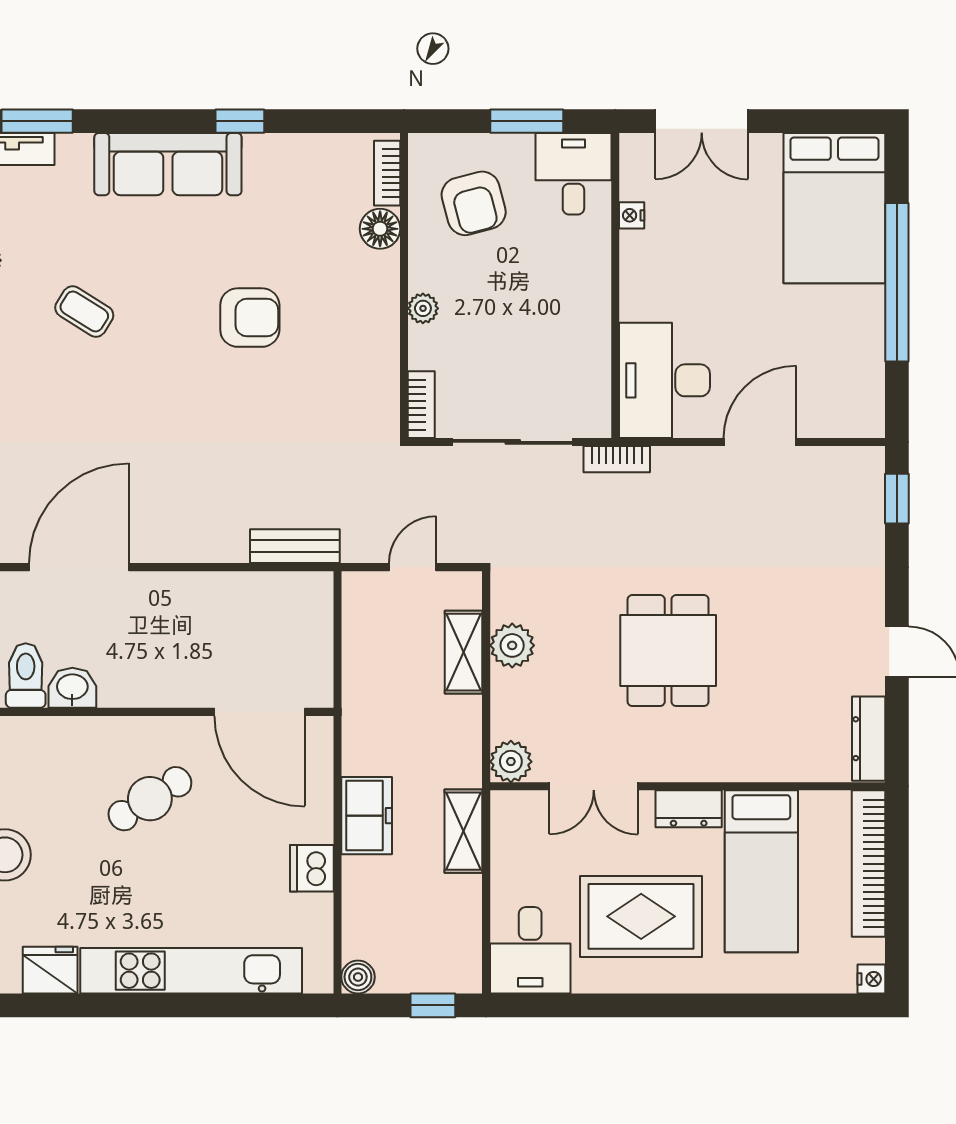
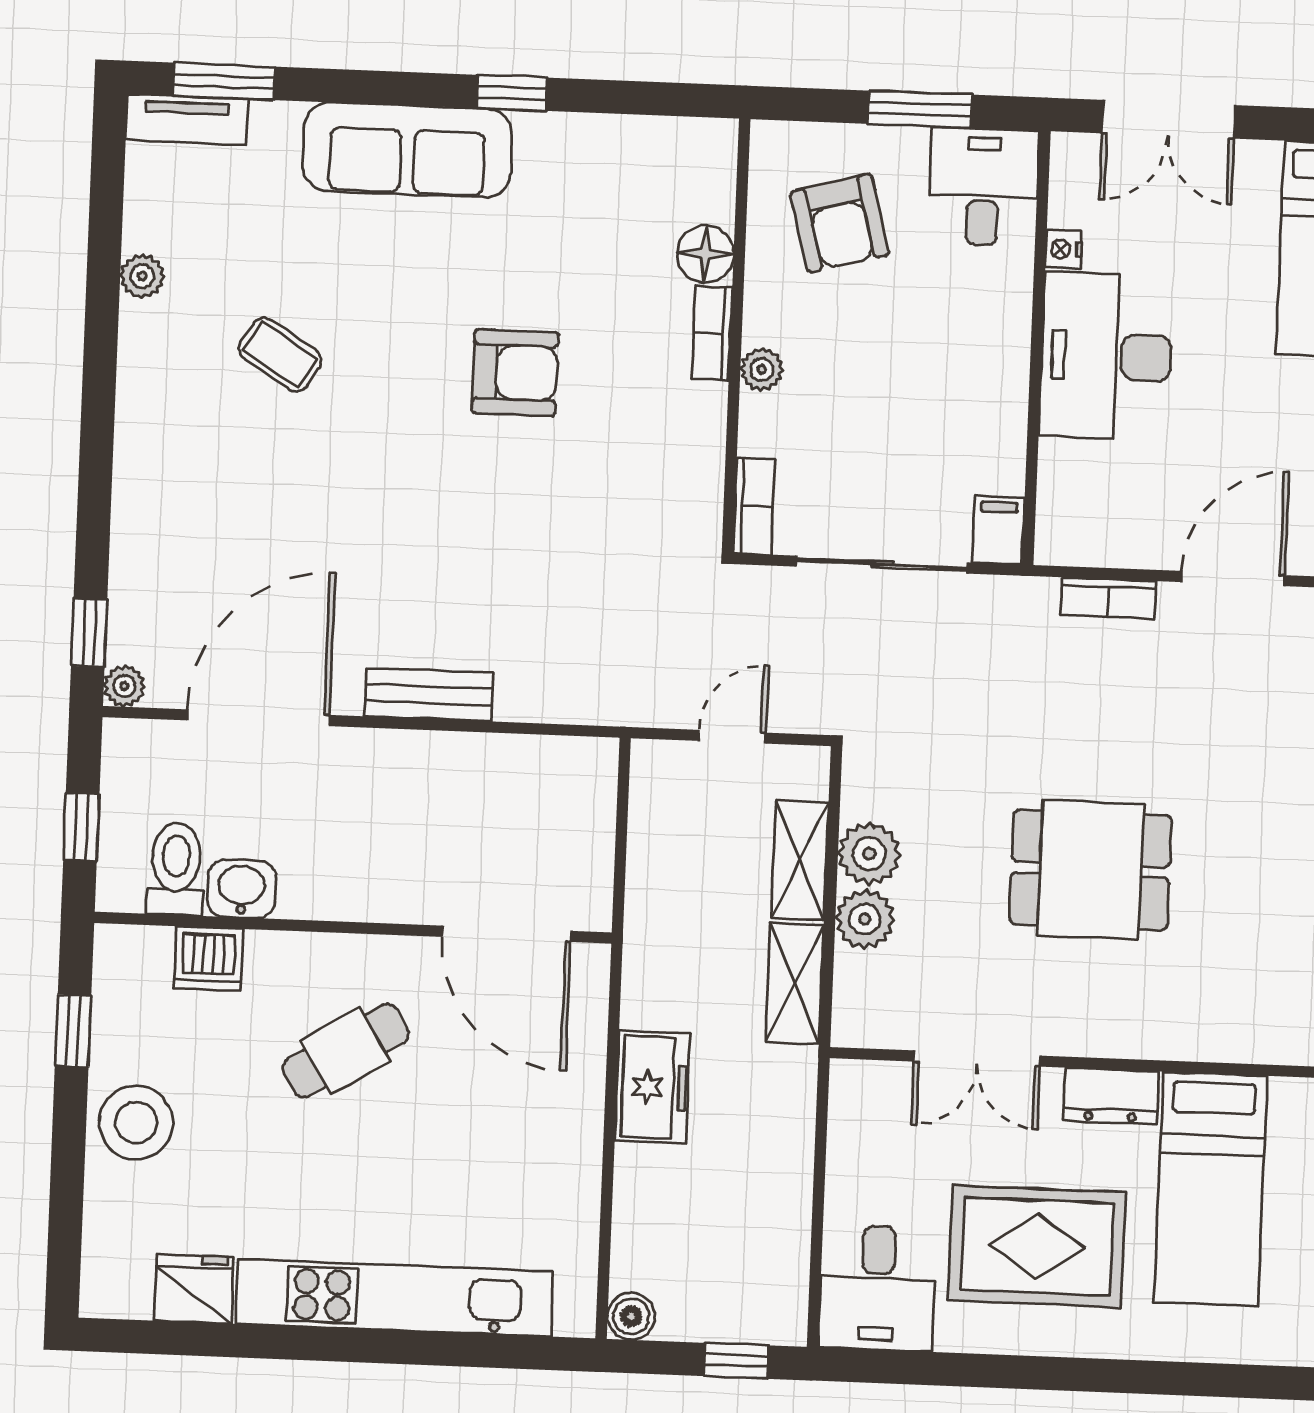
bookcase: (387, 173) -> (712, 333), moved
desk: (665, 380) -> (1106, 356), moved
filing cabinet: (594, 415) -> (998, 530), added
bookcase: (617, 459) -> (1108, 598), moved
bench: (295, 546) -> (429, 695), moved
dining table: (668, 651) -> (1091, 870), turned 90
plant: (511, 762) -> (865, 919), moved
shelving: (463, 831) -> (795, 983), moved
dishwasher: (312, 868) -> (208, 958), moved, turned -90

